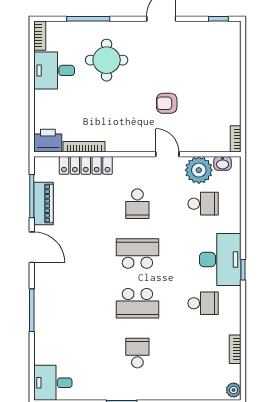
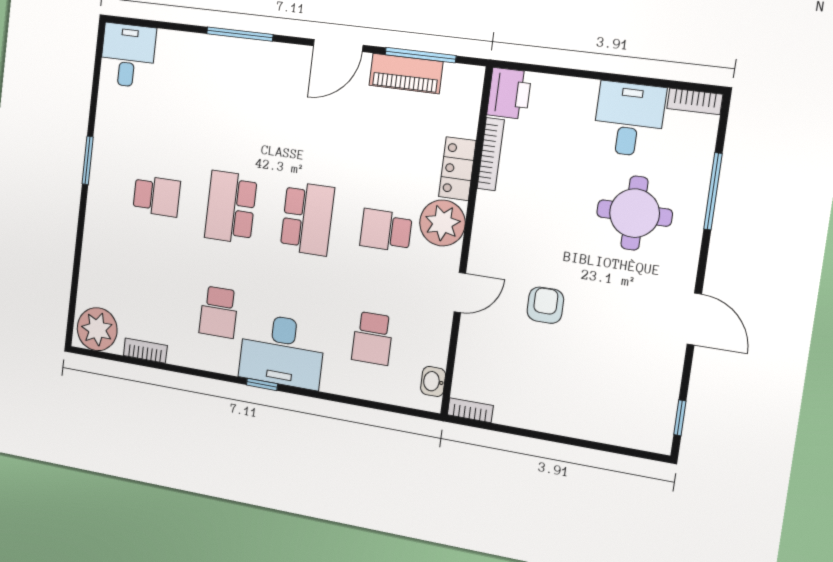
locker: (86, 165) -> (457, 169), width x0.66
plant: (199, 170) -> (442, 223), moved
plant: (234, 390) -> (97, 329), width x1.88, depth x1.88

